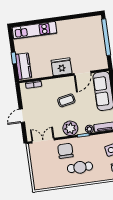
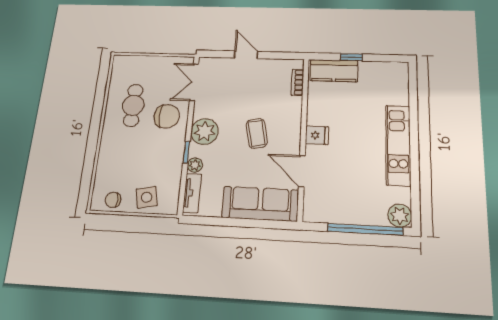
plant: (96, 21) -> (400, 216), added
kitchen unit: (34, 30) -> (398, 145), moved
fridge: (61, 67) -> (317, 135), width x0.53, depth x0.75
double door: (43, 141) -> (194, 82), swing flipped
cafe table: (80, 167) -> (133, 105), moved

